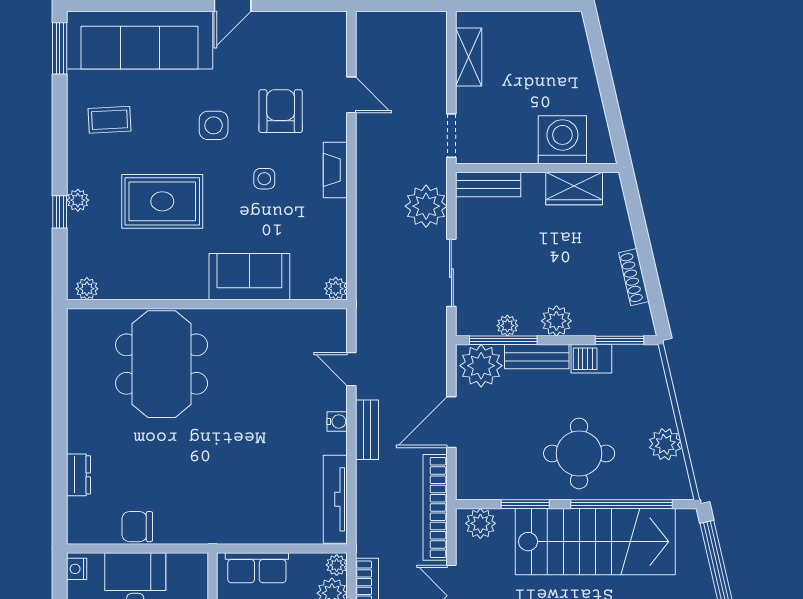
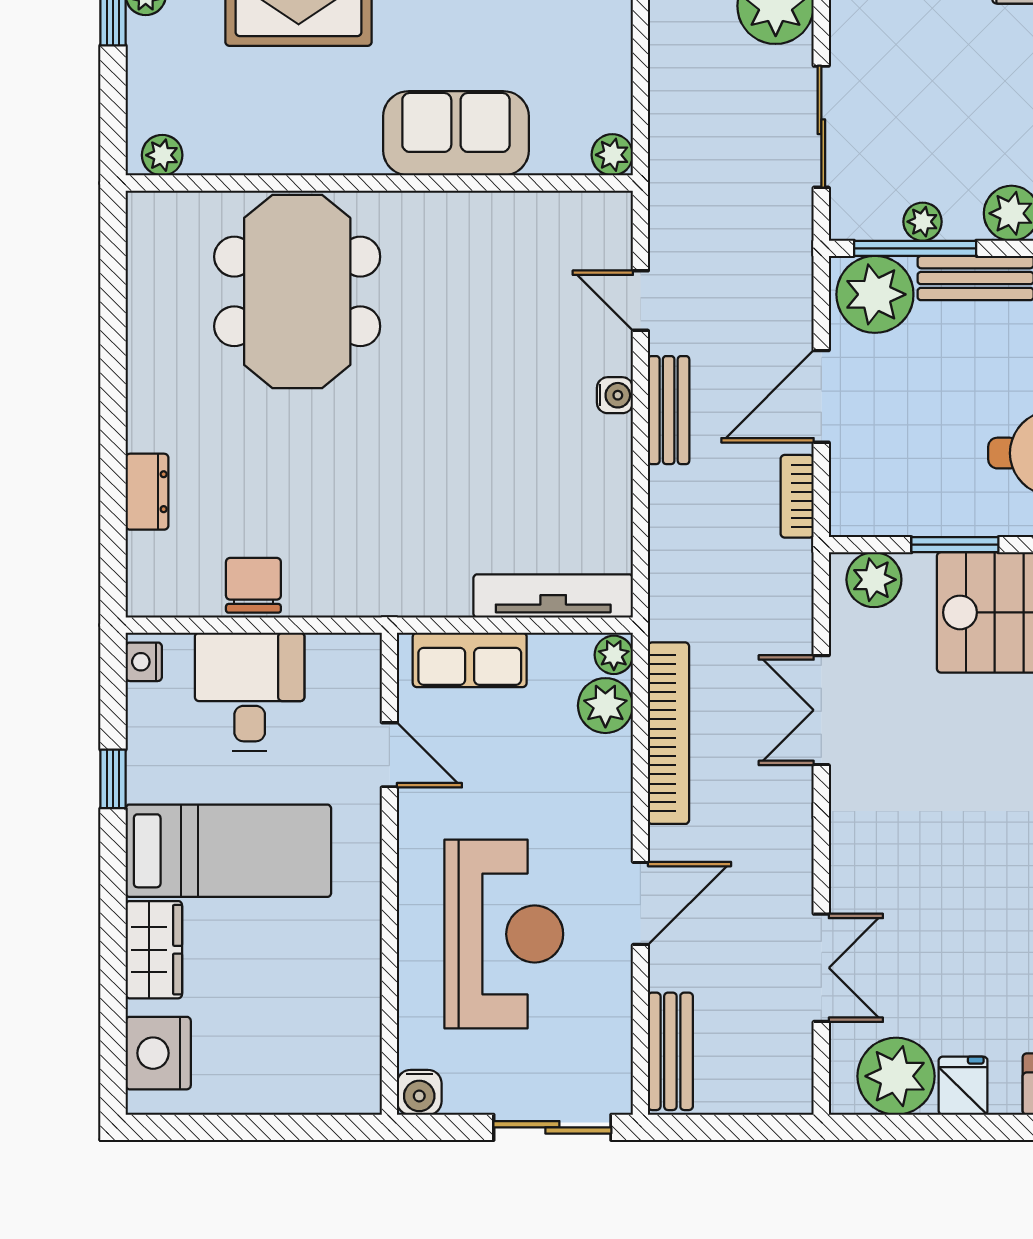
tv unit: (335, 499) -> (553, 596), moved, turned 90
bookcase: (435, 507) -> (797, 496), width x0.43, depth x0.76
chair: (137, 527) -> (253, 585), turned 90

